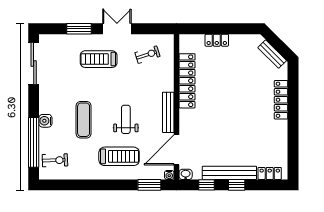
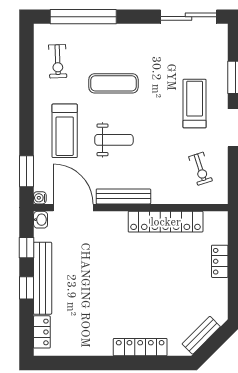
water cooler: (45, 121) -> (112, 32), removed
exercise bike: (55, 160) -> (58, 61), moved

